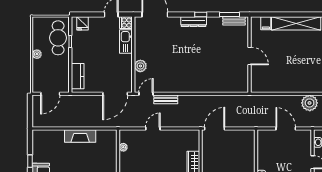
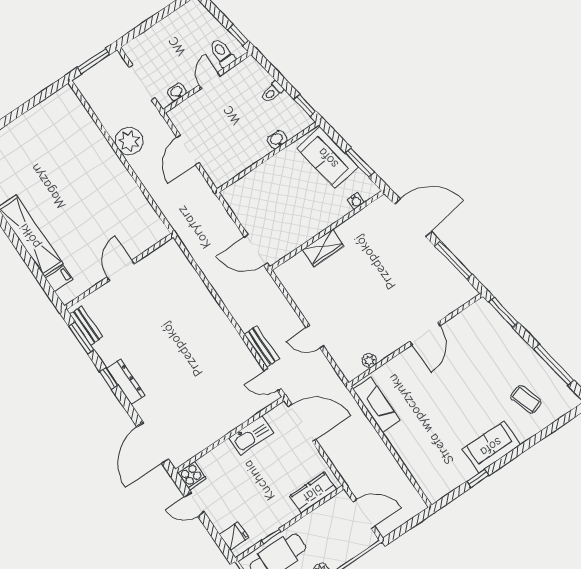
kitchen sink: (126, 41) -> (251, 436), moved
plant: (140, 66) -> (239, 414), removed
fireplace: (80, 136) -> (376, 405), moved

